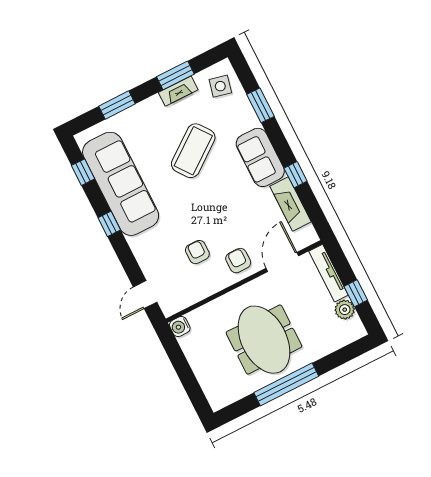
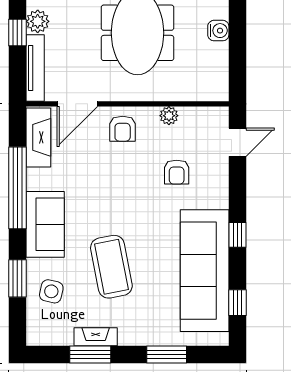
side table: (220, 86) -> (51, 291), moved
coffee table: (193, 151) -> (111, 267), turned -64
window: (296, 175) -> (17, 188), width x3.17
fireplace: (290, 204) -> (38, 137), moved
armchair: (197, 252) -> (177, 172), moved
plant: (208, 288) -> (169, 116), added
water cooler: (180, 327) -> (218, 31), moved

